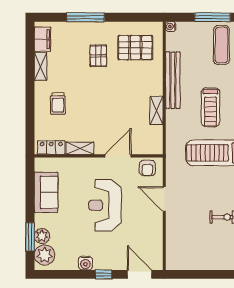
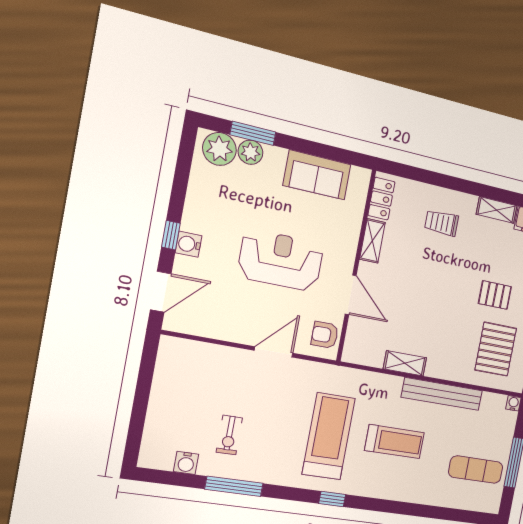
treadmill: (210, 107) -> (395, 442), turned 180
water cooler: (85, 263) -> (189, 244), moved

